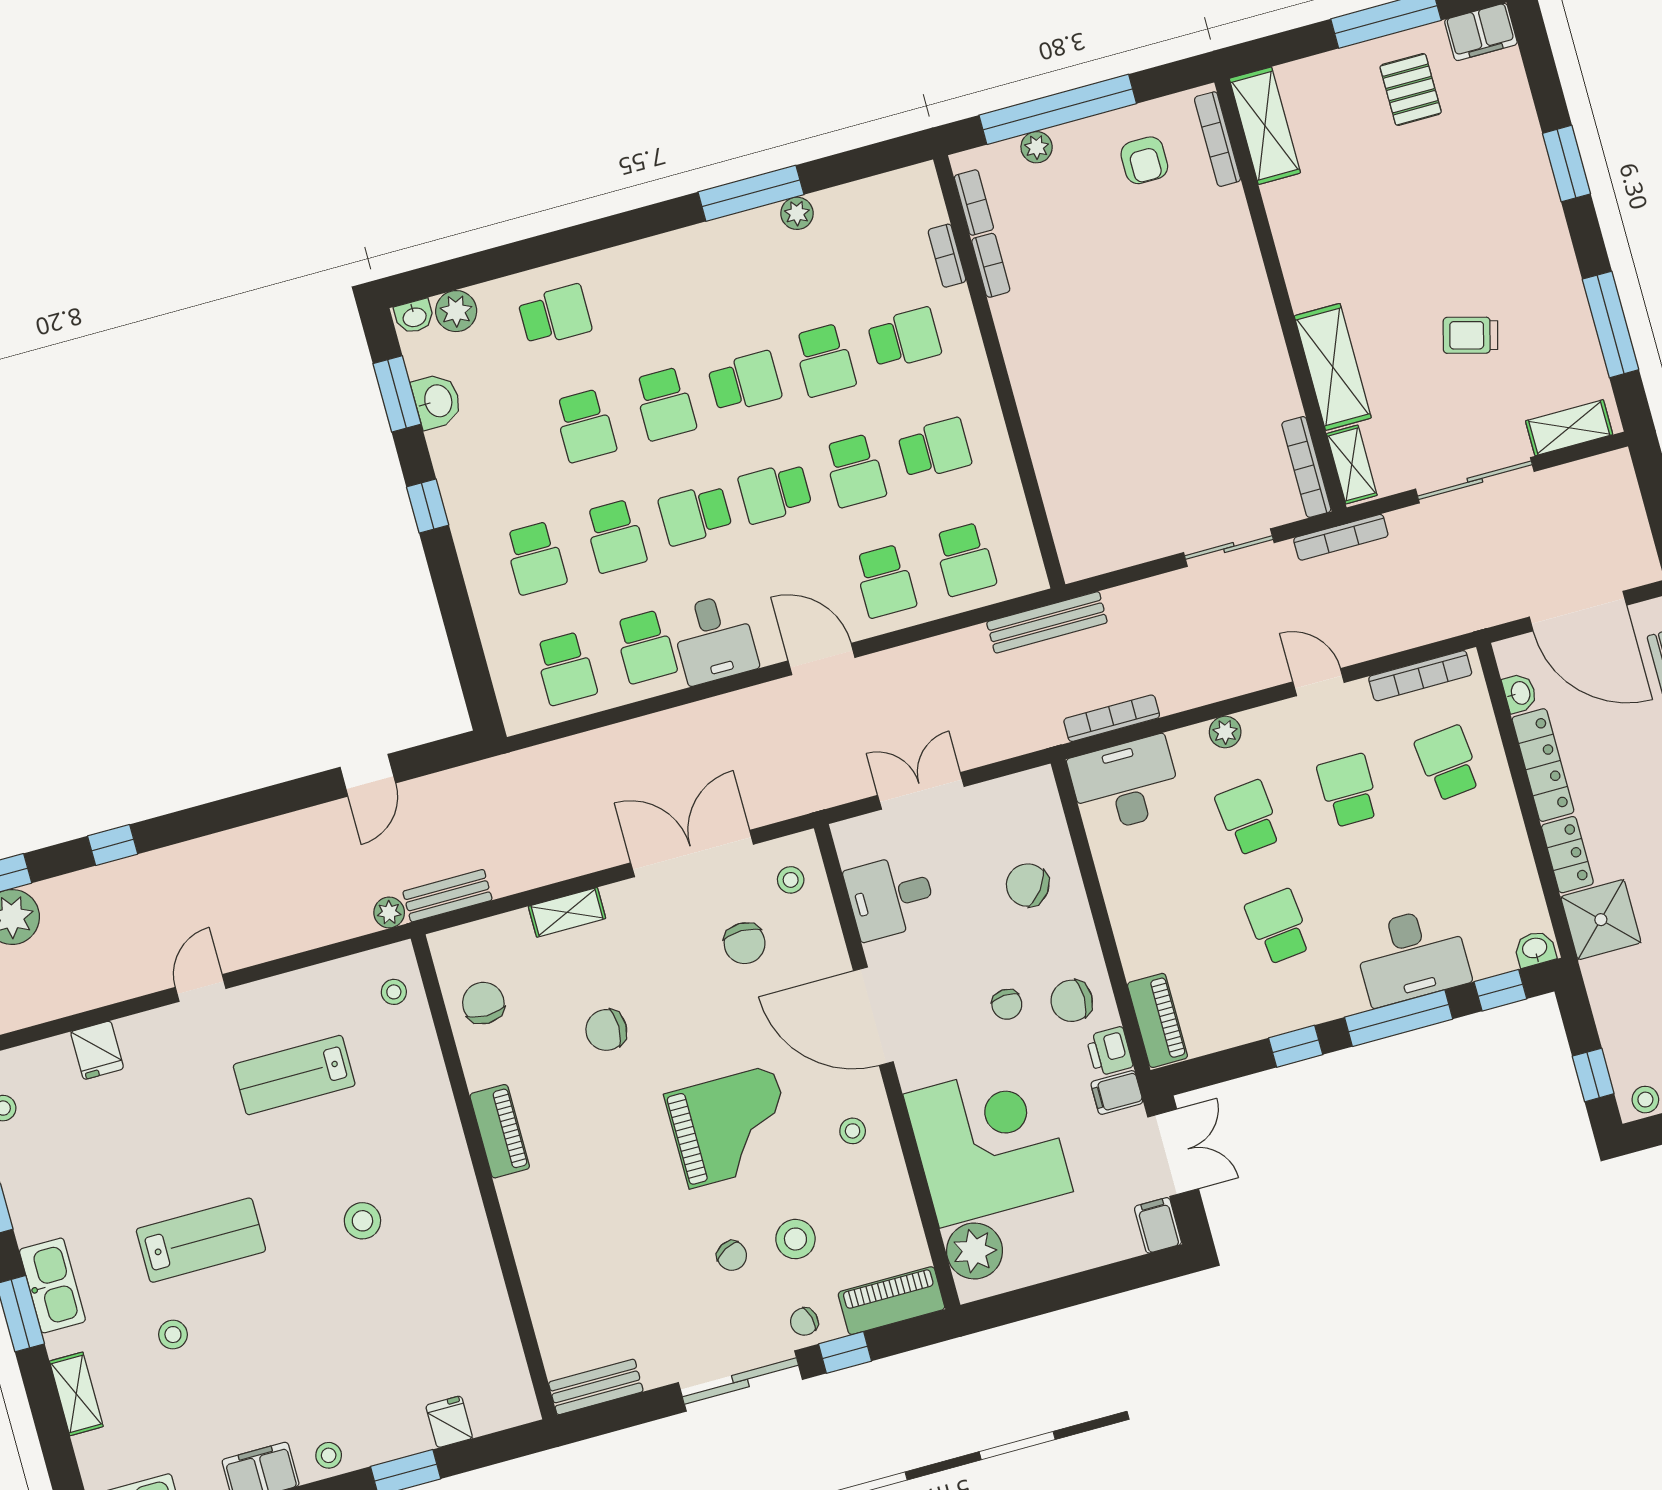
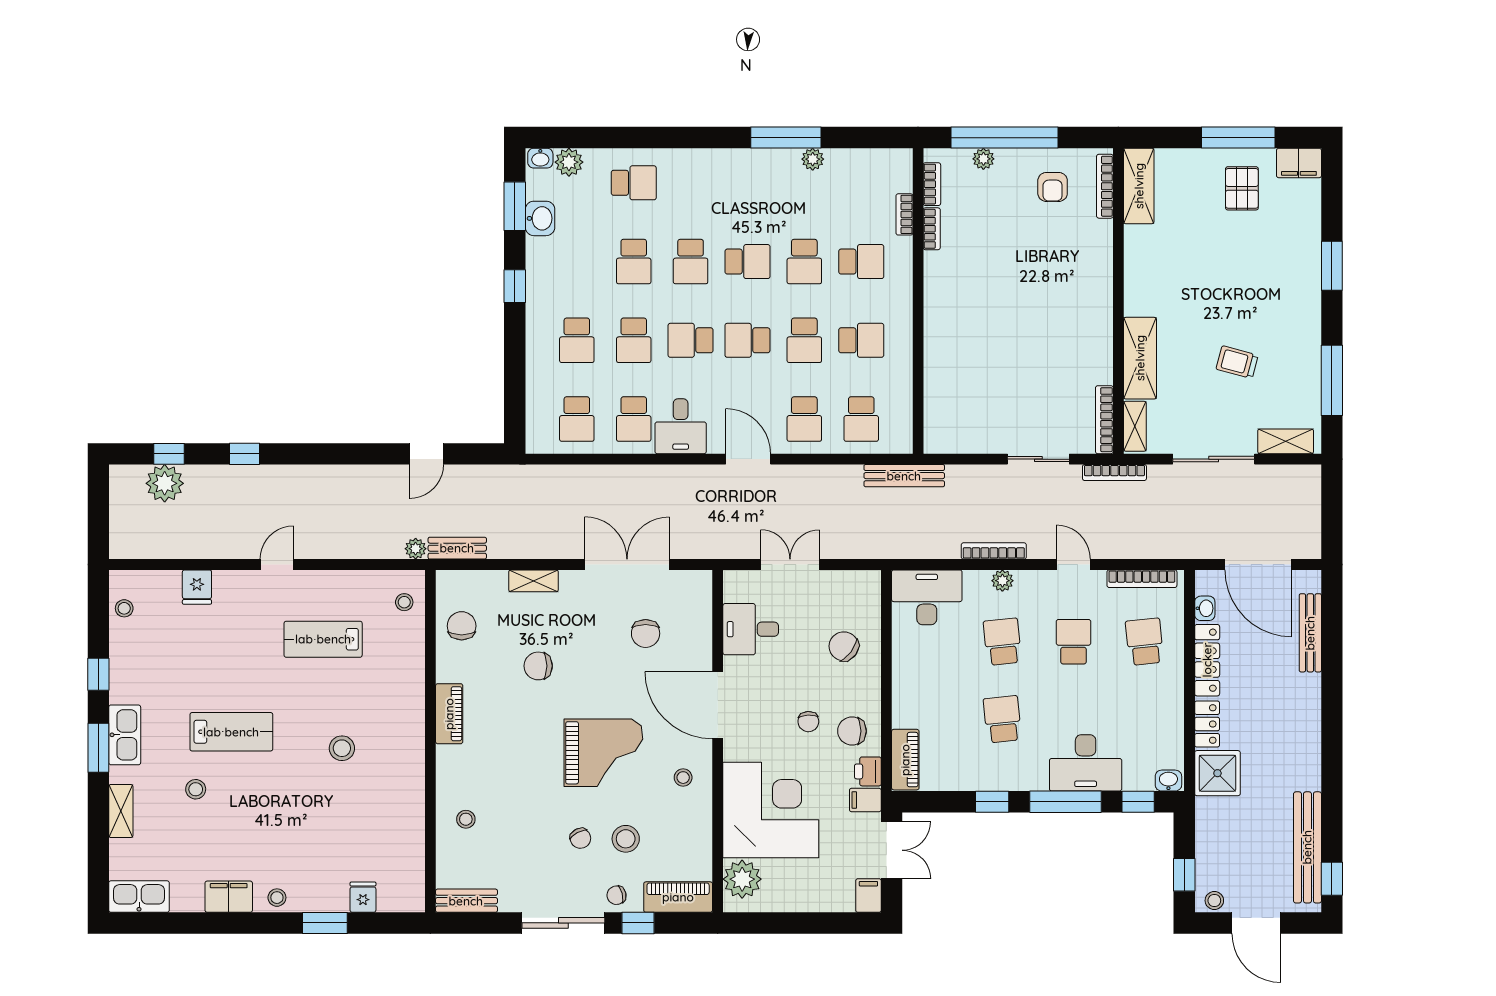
bookcase: (1112, 718) -> (994, 551), moved
stool: (791, 880) -> (466, 819), moved

